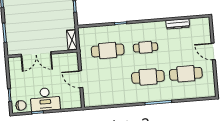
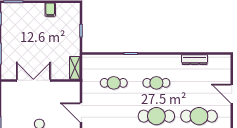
cafe table: (108, 50) -> (114, 83), width x0.73, depth x0.74
double door: (36, 54) -> (33, 80), swing flipped

